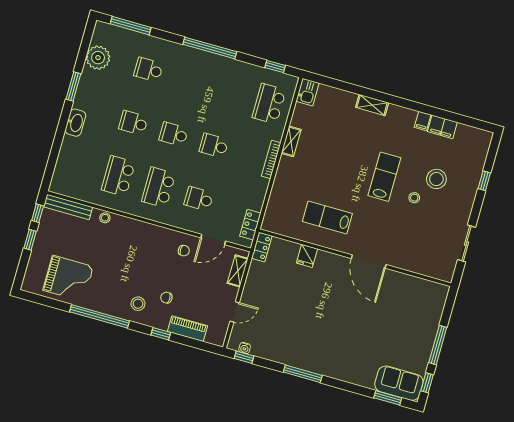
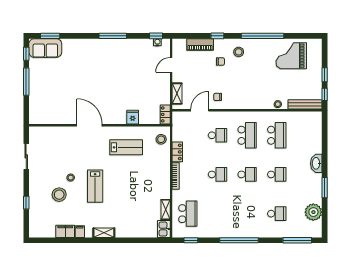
shelving: (372, 105) -> (104, 233), moved
shelving: (291, 141) -> (166, 209), moved
stool: (277, 215) -> (161, 139), added
locker: (250, 225) -> (177, 152), moved

